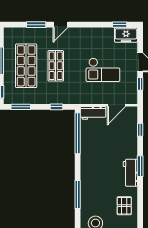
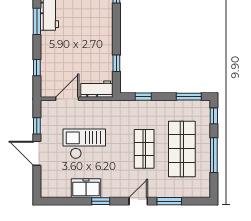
window: (120, 25) -> (101, 201), moved
freezer: (126, 35) -> (86, 188), moved
window: (78, 133) -> (116, 63), width x0.32

